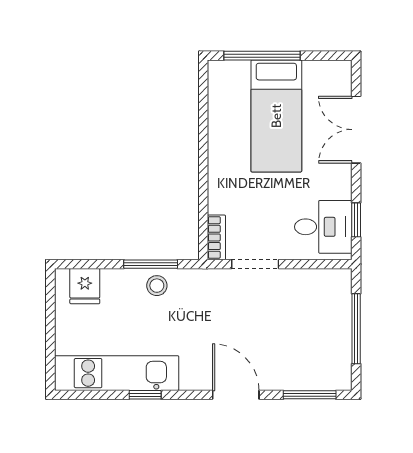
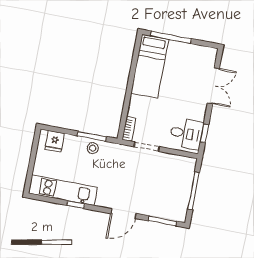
bed: (276, 116) -> (150, 66), moved
double door: (356, 130) -> (213, 86), swing flipped
door: (236, 395) -> (123, 214), swing flipped

